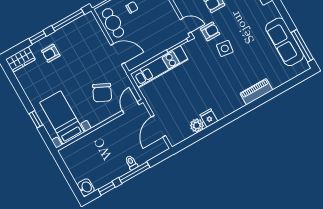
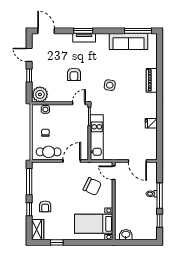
armchair: (210, 31) -> (92, 89), removed
window: (36, 119) -> (57, 242), moved
plant: (197, 125) -> (152, 134), removed
washbasin: (86, 187) -> (126, 235), moved

